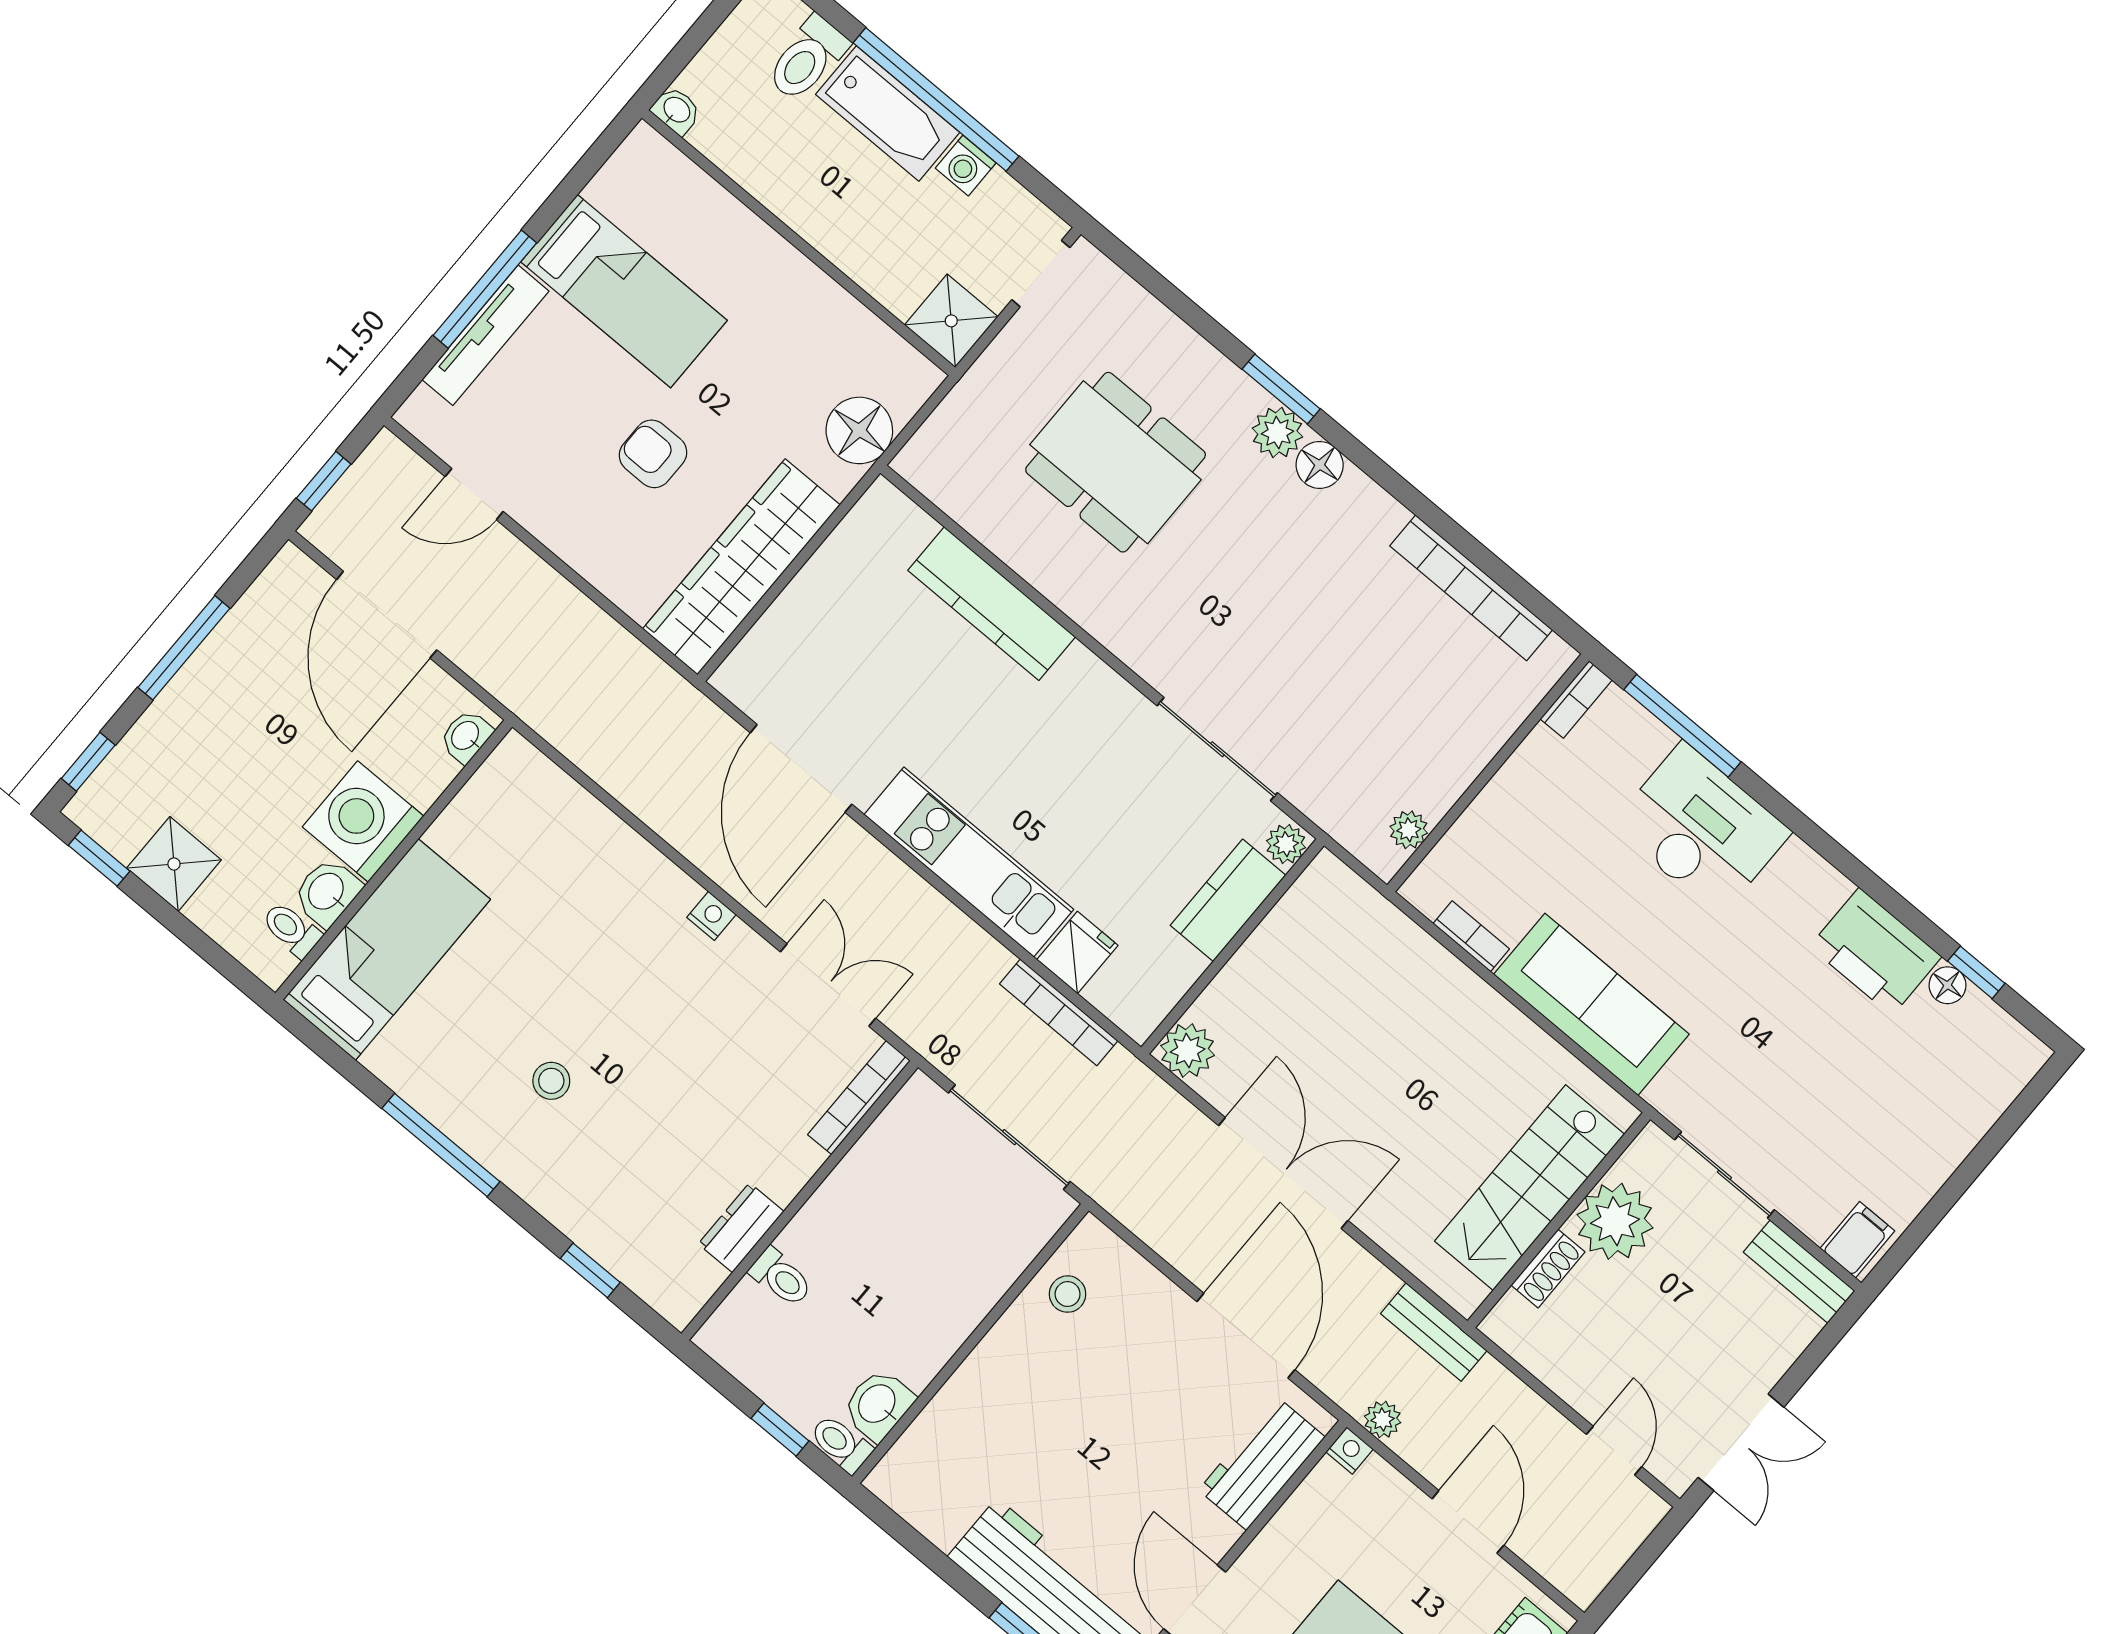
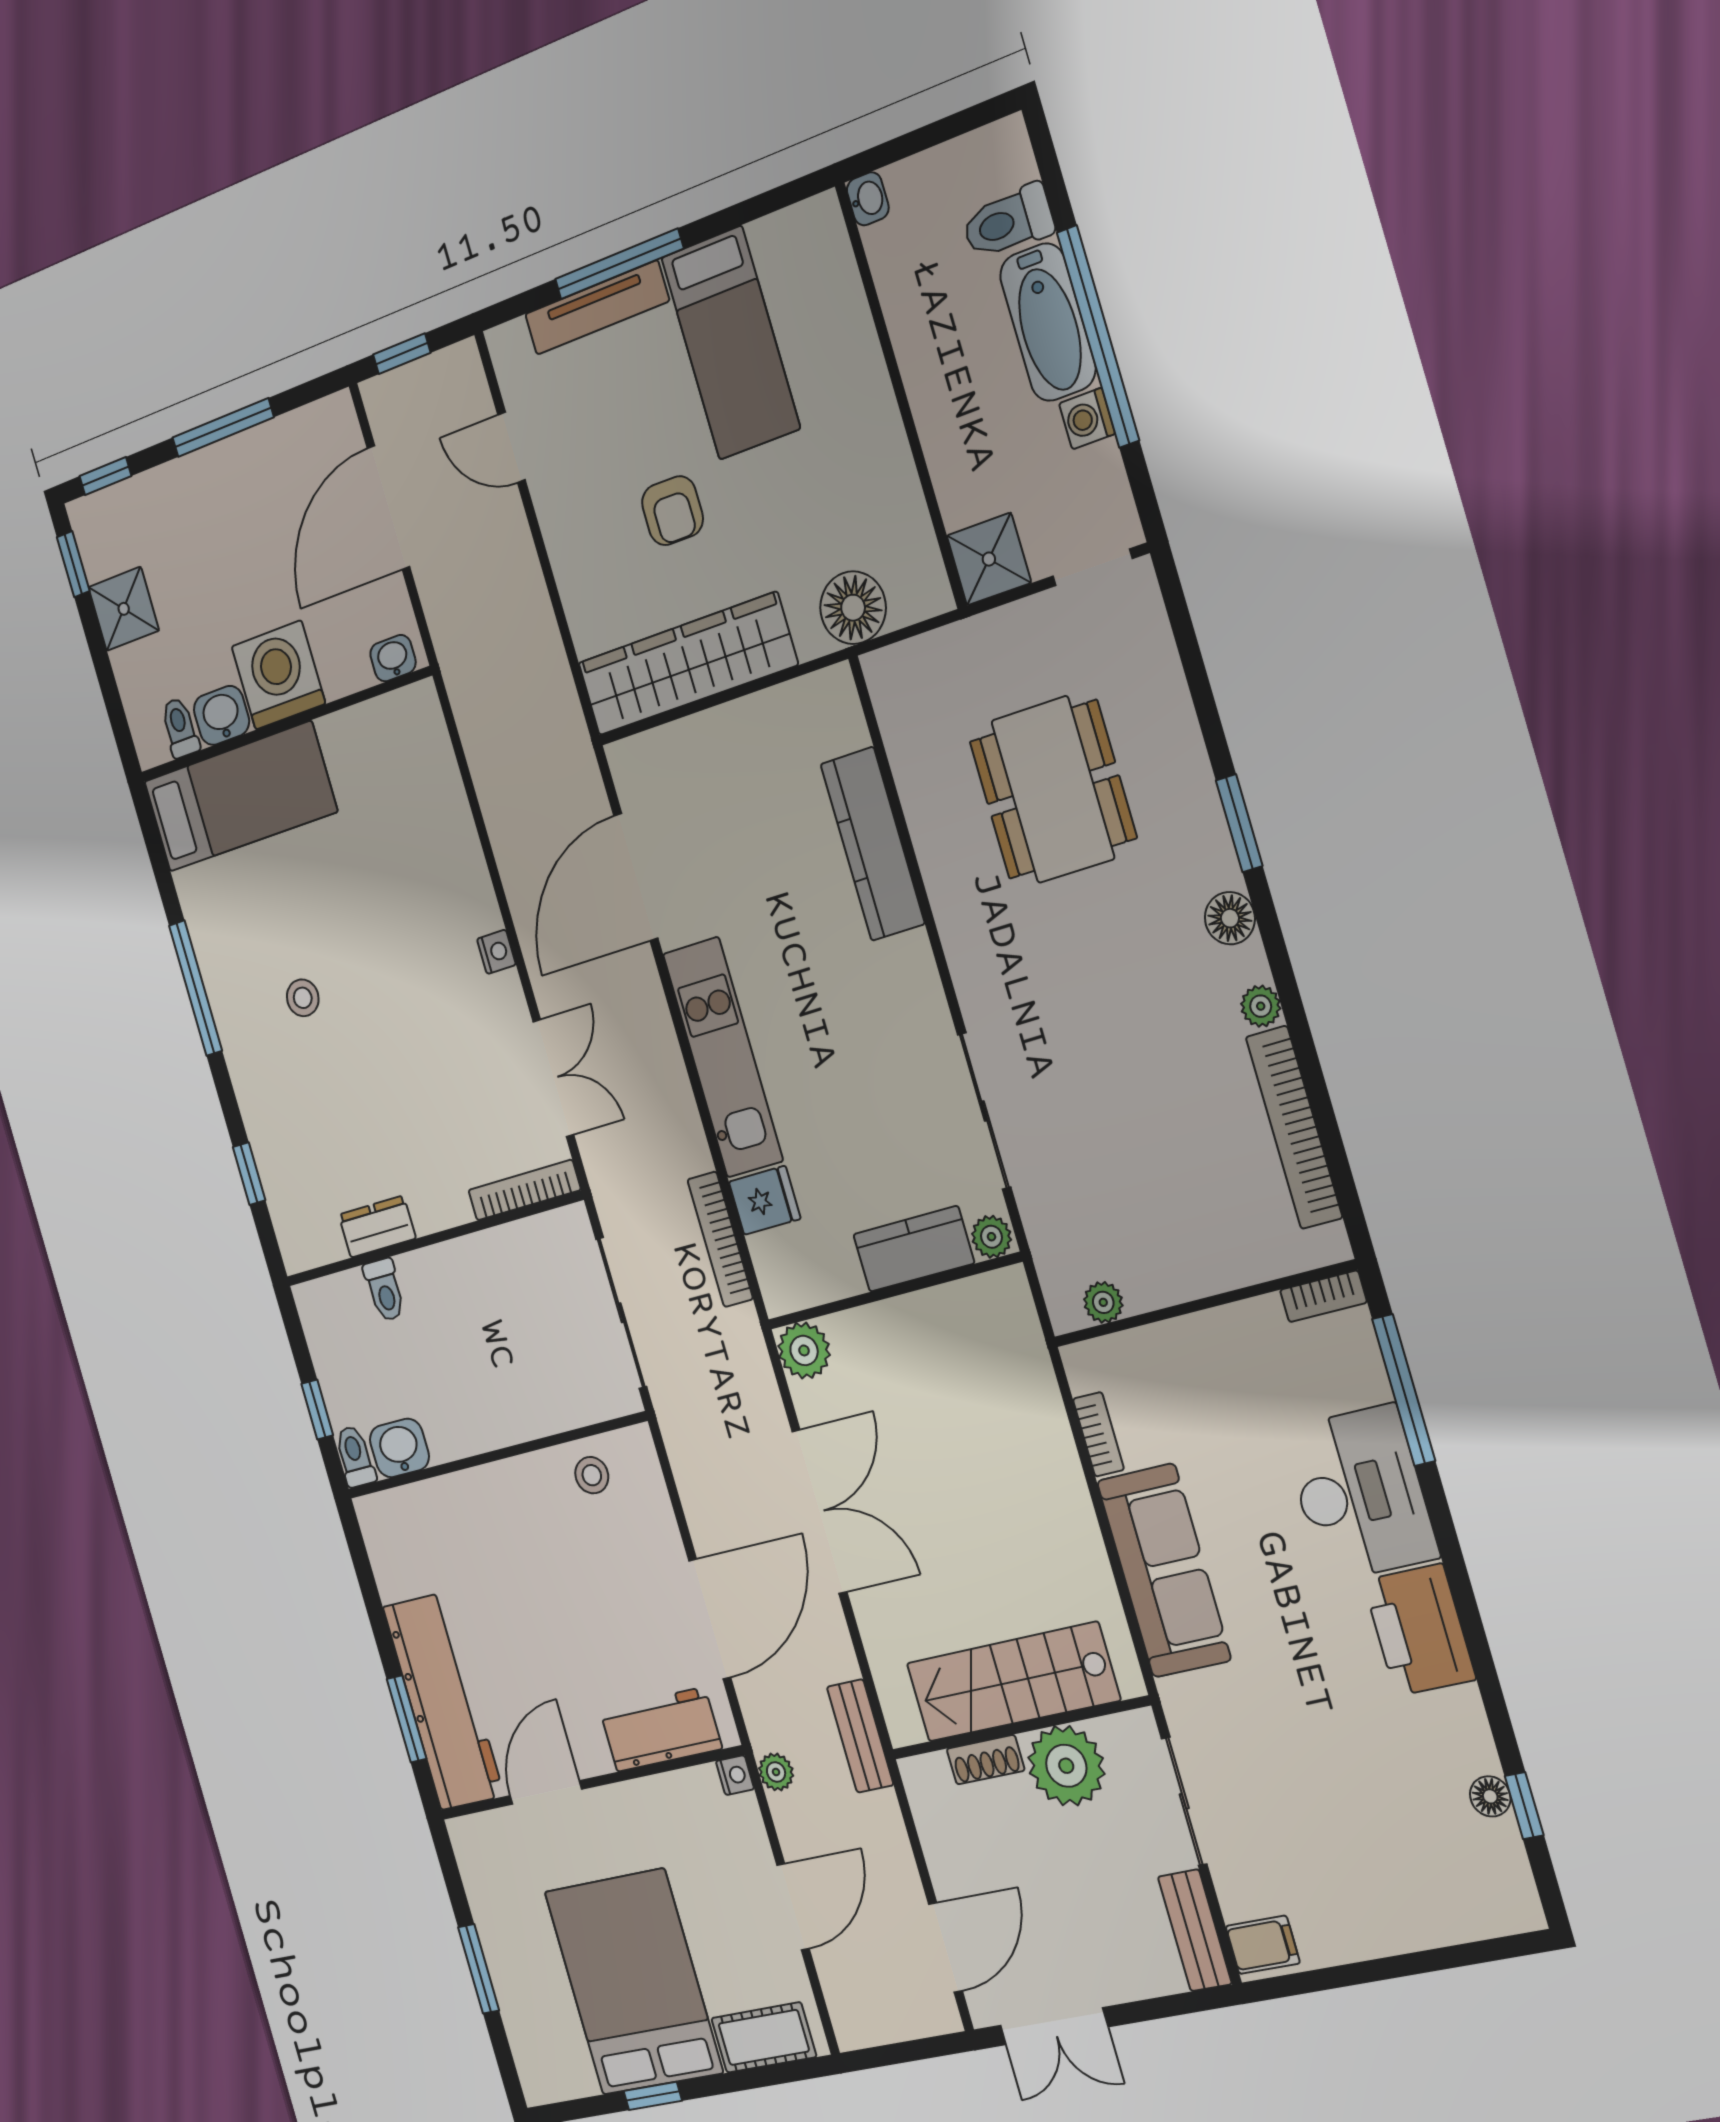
plant: (1277, 432) -> (1261, 1006), moved, width x0.73, depth x0.73
armchair: (653, 454) -> (672, 511), turned 180
printer: (1876, 952) -> (1419, 1630), moved
door: (1614, 1451) -> (945, 1947), width x1.38

